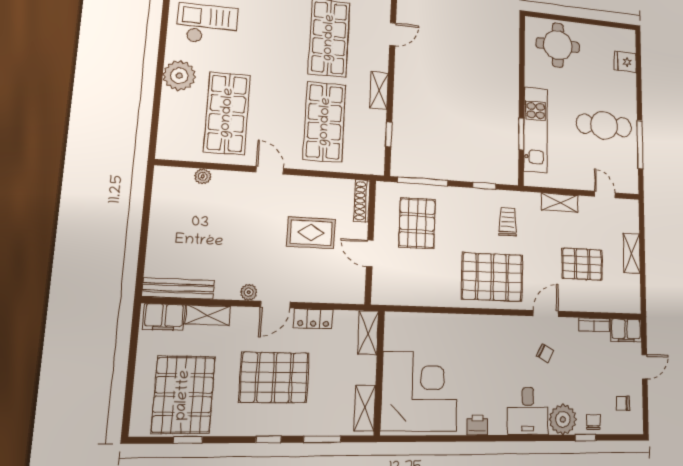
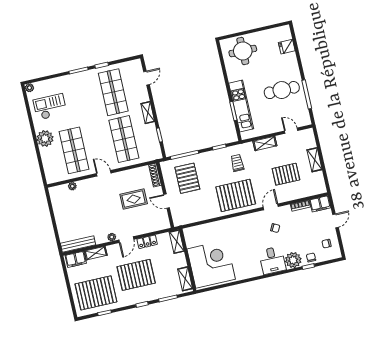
pallet: (183, 395) -> (96, 293), turned 90
printer: (477, 425) -> (246, 274), removed

